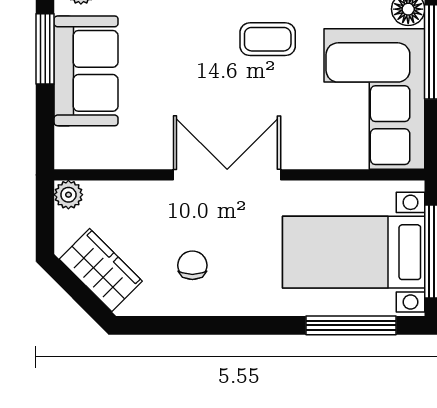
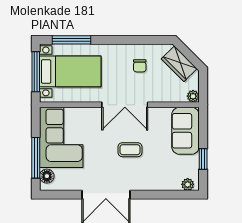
coffee table: (268, 39) -> (130, 150), moved
window: (45, 49) -> (203, 159), width x0.67
sofa: (86, 71) -> (185, 131), moved

